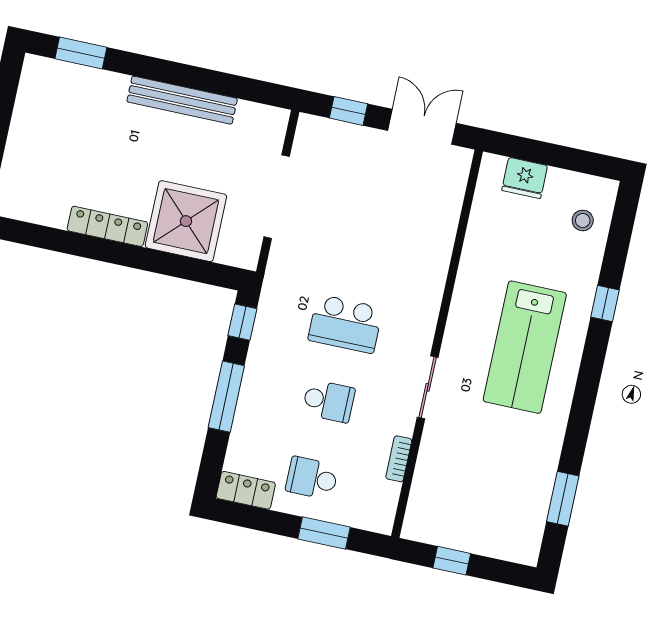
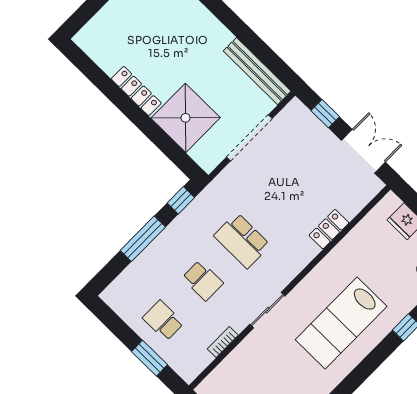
bench: (182, 100) -> (257, 71), moved
locker: (246, 490) -> (329, 229), moved, turned -90

